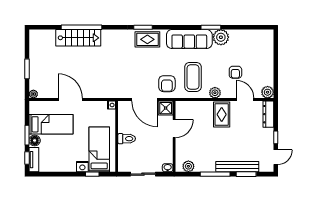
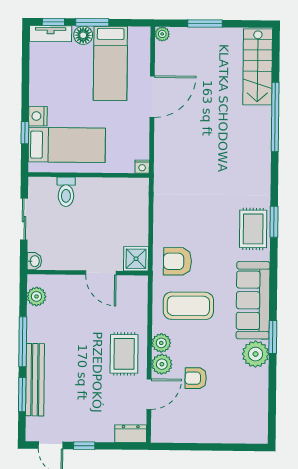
stairs: (78, 38) -> (258, 67), moved
plant: (268, 92) -> (162, 364), moved
door: (145, 100) -> (151, 223), removed
rug: (222, 114) -> (124, 354), turned 90
dresser: (268, 114) -> (131, 434), width x0.70
toilet: (127, 139) -> (66, 192), moved

